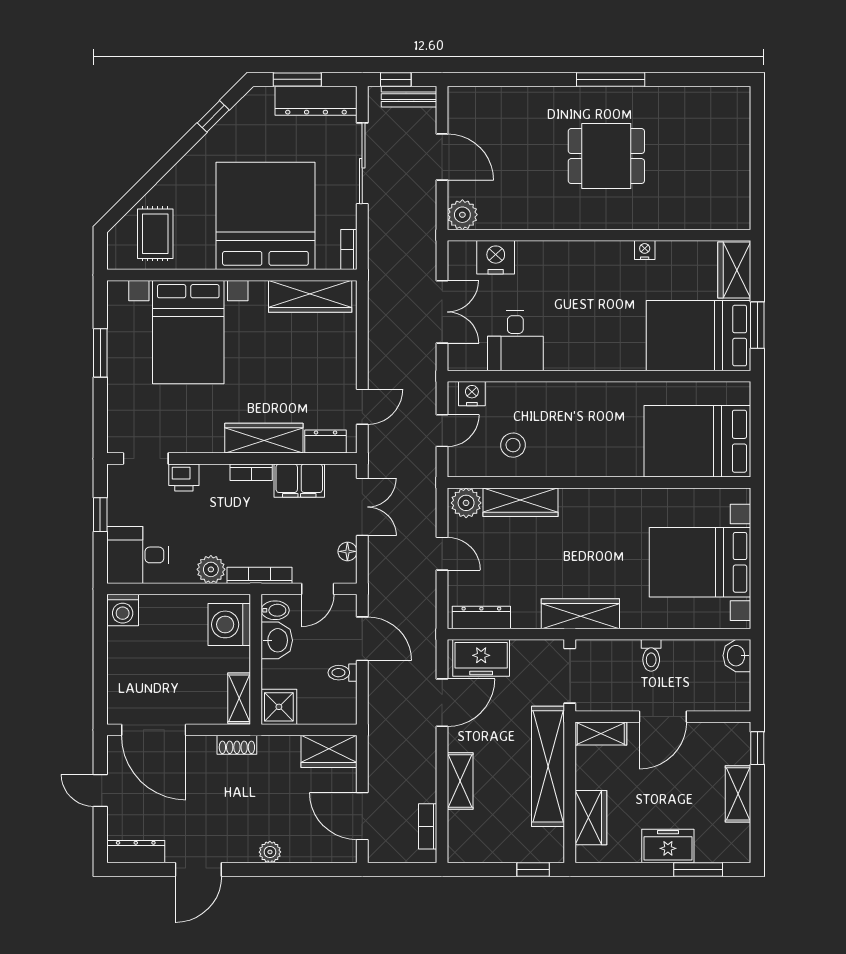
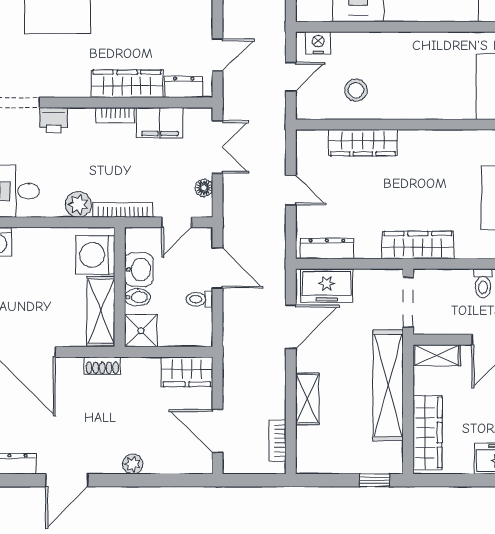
plant: (466, 503) -> (313, 143), removed
bidet: (275, 610) -> (137, 297), moved
shelving: (239, 698) -> (101, 311), width x1.50, depth x1.33
wardrobe: (591, 818) -> (427, 433), width x1.50

